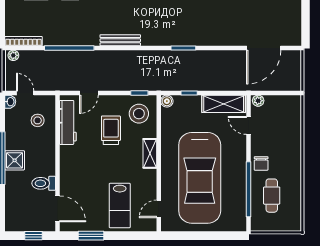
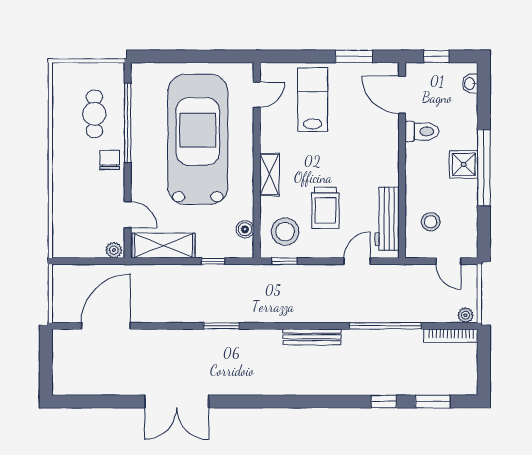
boiler: (167, 101) -> (245, 229), moved
washbasin: (10, 102) -> (470, 84), moved

